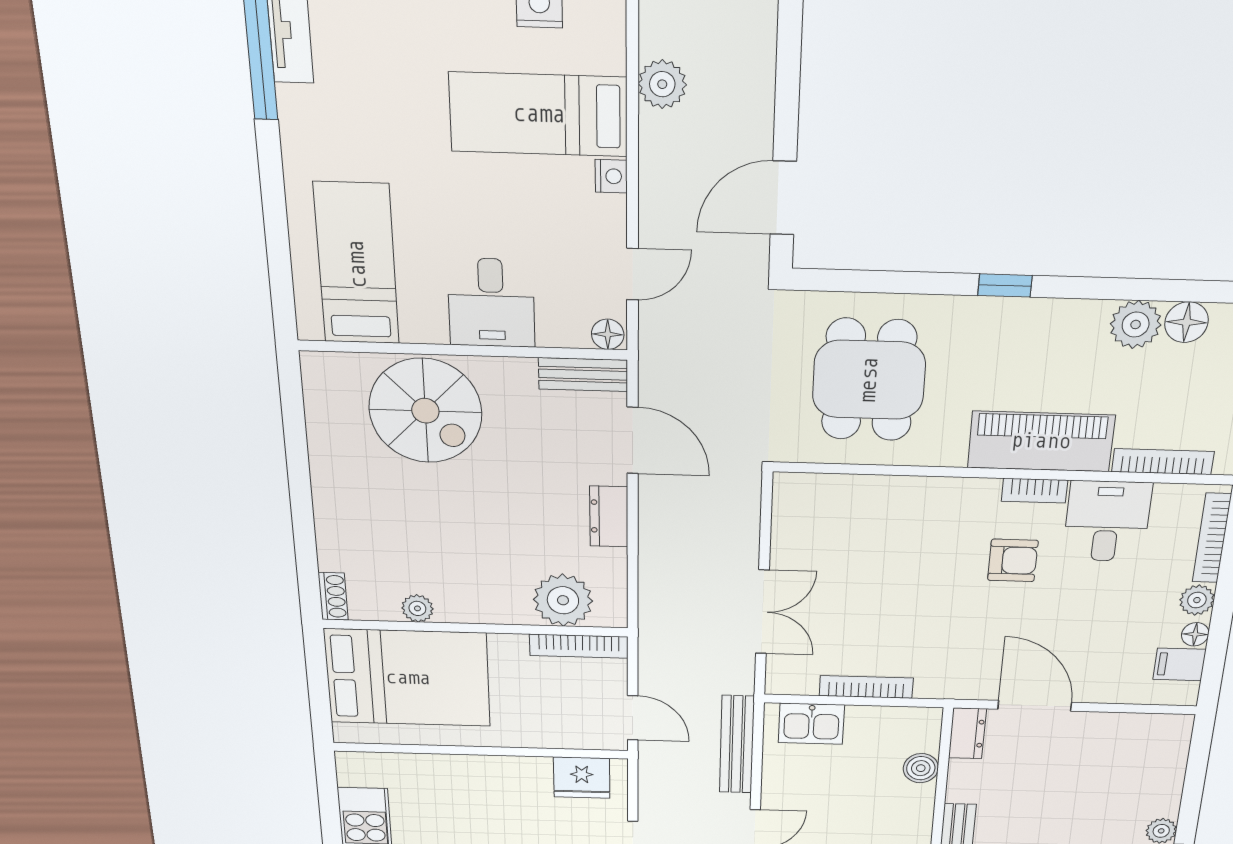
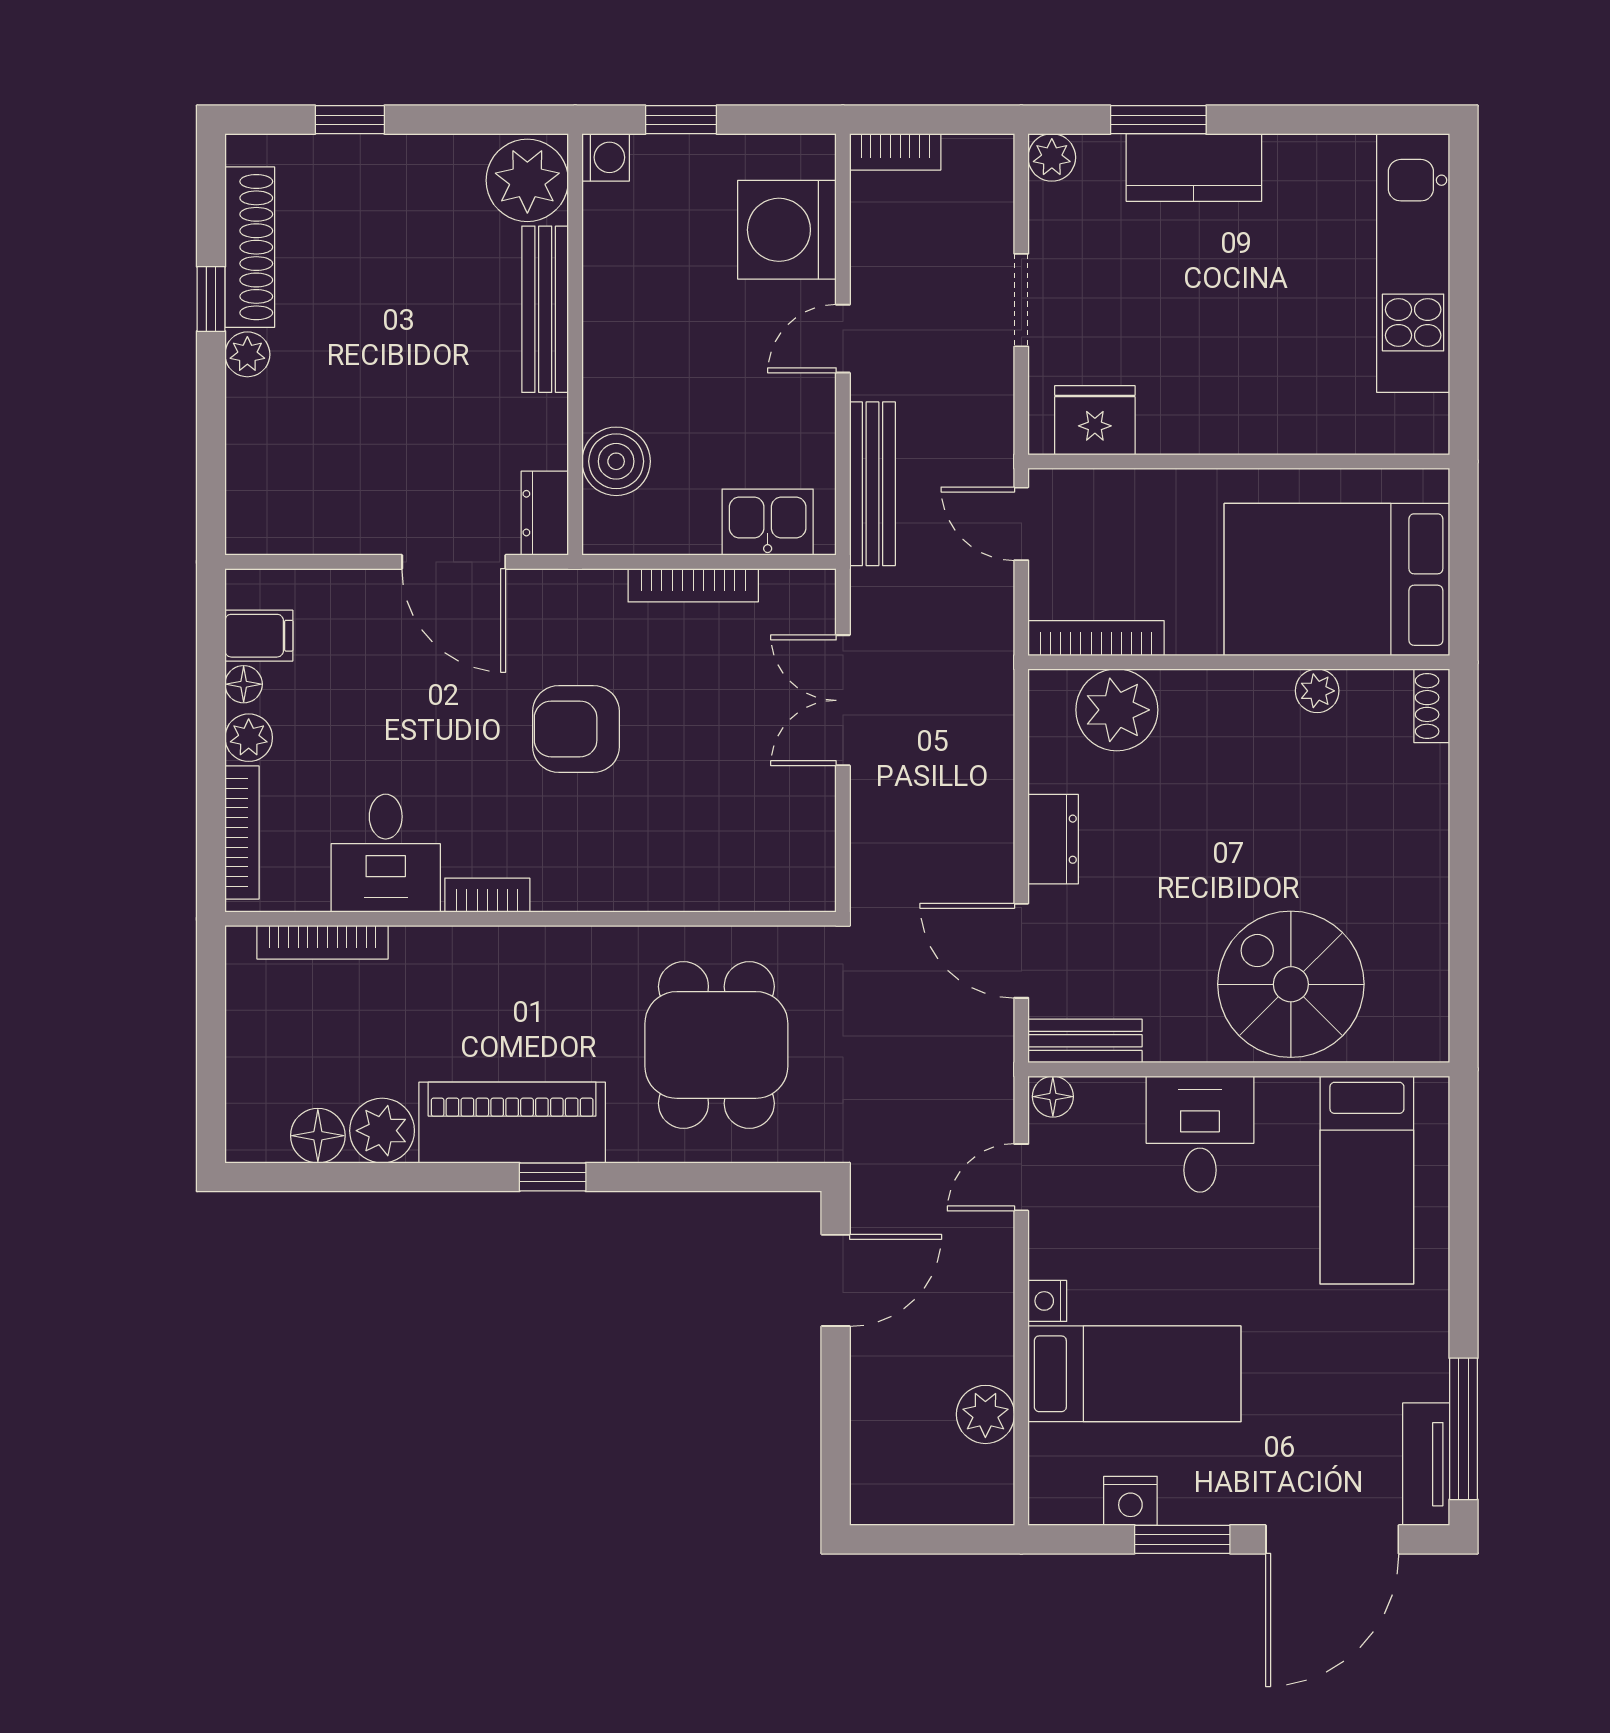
piano: (1041, 441) -> (512, 1123), moved, turned 180
armchair: (1013, 560) -> (576, 729), moved, width x1.38, depth x1.38
boiler: (921, 768) -> (616, 461), width x1.36, depth x1.36

